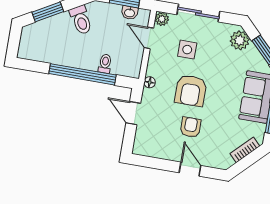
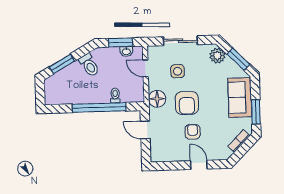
plant: (162, 19) -> (153, 51), removed
floor lamp: (150, 82) -> (157, 99), width x1.89, depth x1.89

